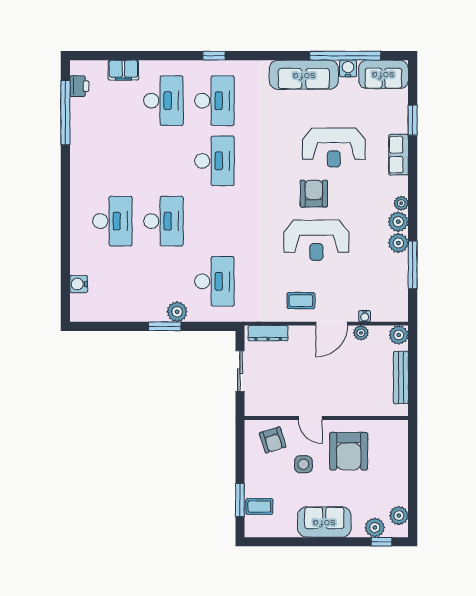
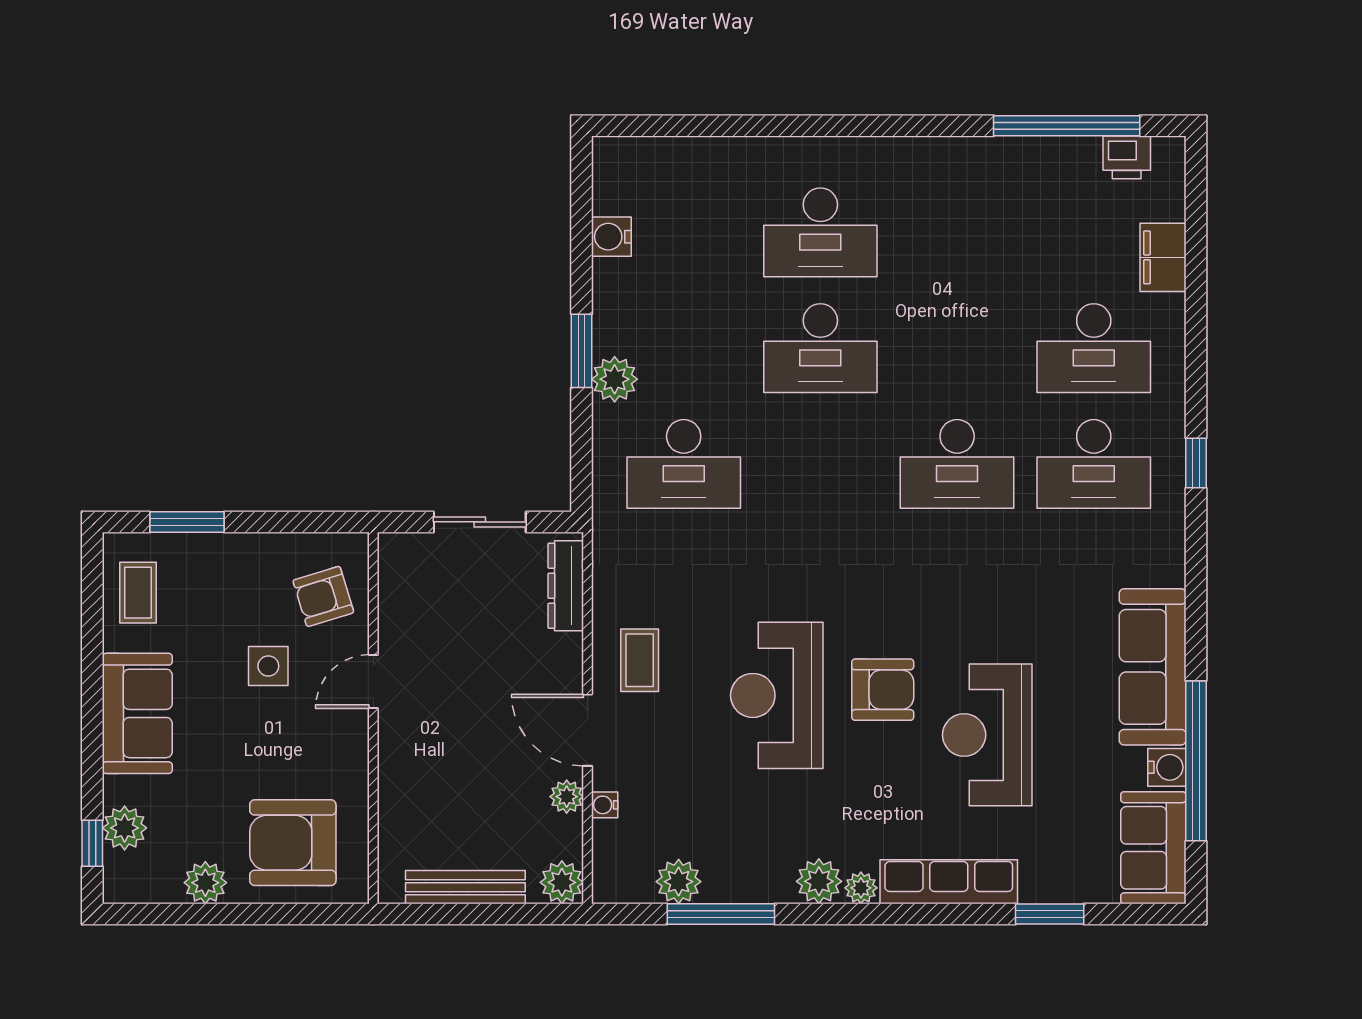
row of seats: (398, 155) -> (949, 882), width x1.48
plant: (398, 243) -> (679, 882), moved
water cooler: (79, 284) -> (611, 237), moved, turned -90
armchair: (349, 451) -> (293, 843), moved
coffee table: (259, 506) -> (138, 593), moved
plant: (399, 516) -> (205, 883), moved

